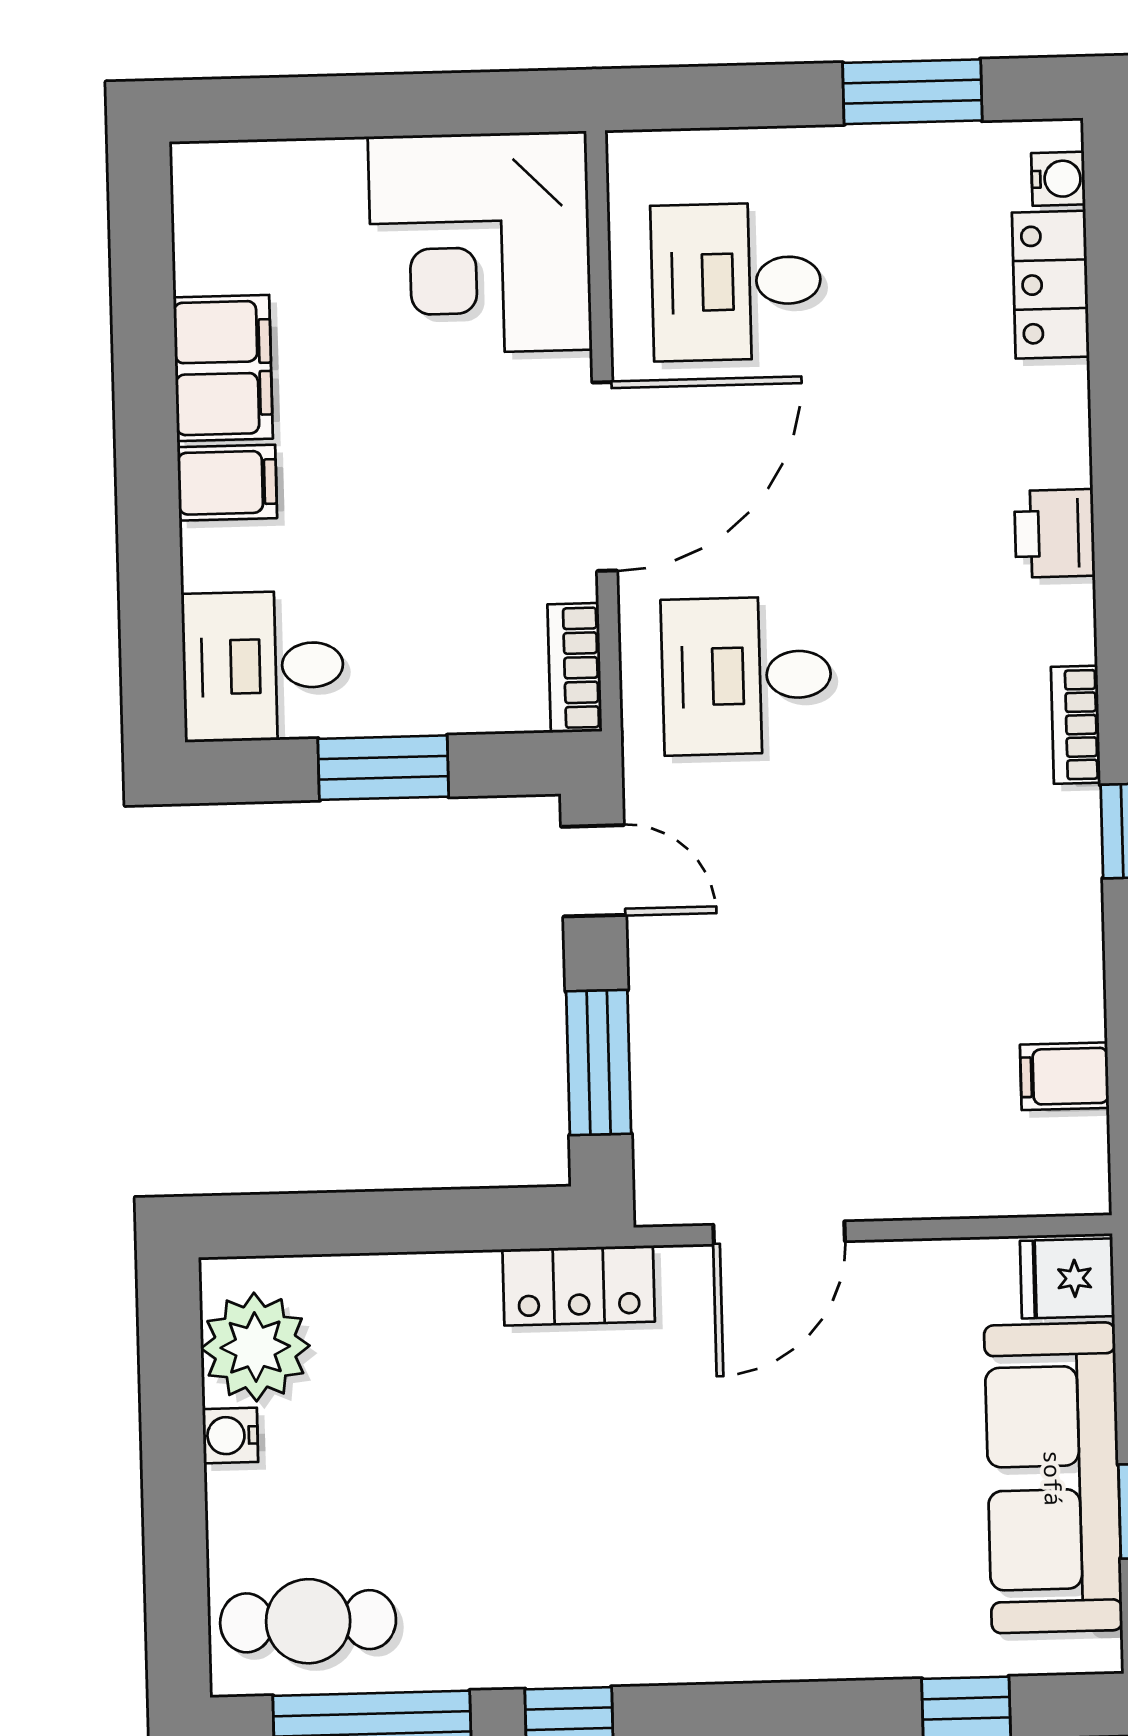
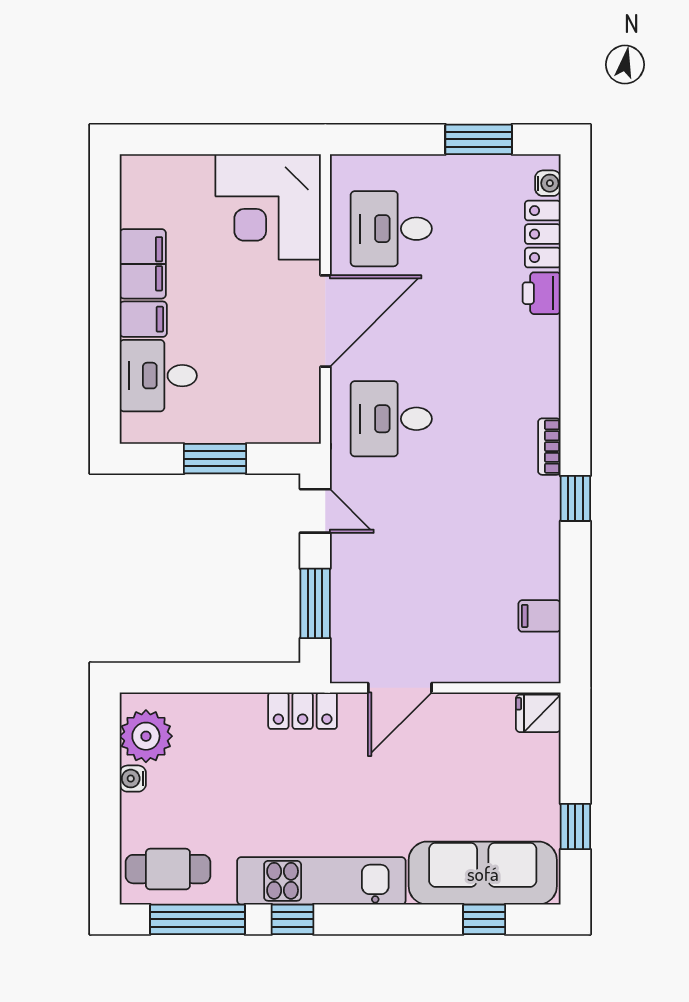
printer: (1055, 533) -> (542, 293), moved
desk: (263, 666) -> (158, 376), moved
bookcase: (575, 668) -> (309, 413), removed
sofa: (1053, 1478) -> (483, 873), moved, turned 90
kitchen unit: (627, 1637) -> (321, 881), added

